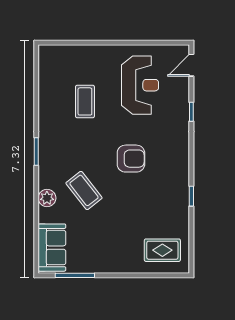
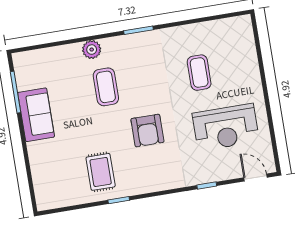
coffee table: (85, 101) -> (199, 73), turned 90
coffee table: (84, 190) -> (106, 87), turned -52
sofa: (52, 248) -> (36, 115), moved, turned -90
rug: (162, 250) -> (101, 172), moved

